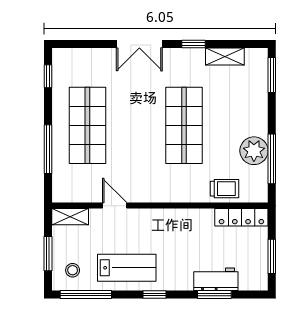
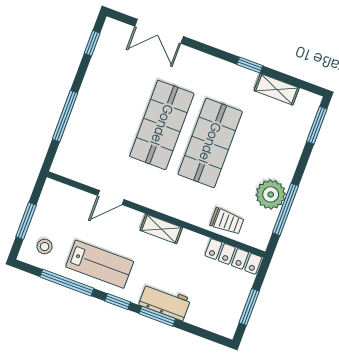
double door: (139, 44) -> (159, 31), moved
shop shelf: (87, 125) -> (162, 125), moved
door: (115, 206) -> (111, 198), swing flipped
shelving: (70, 217) -> (161, 229), moved
workbench: (216, 279) -> (165, 302), moved
window: (86, 295) -> (67, 283), moved
window: (214, 295) -> (157, 316), moved

